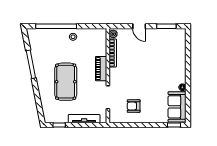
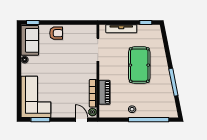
door: (139, 26) -> (81, 120), moved
corner sofa: (171, 49) -> (36, 97), added
piano: (101, 69) -> (104, 92), moved
armchair: (134, 106) -> (56, 33), moved

